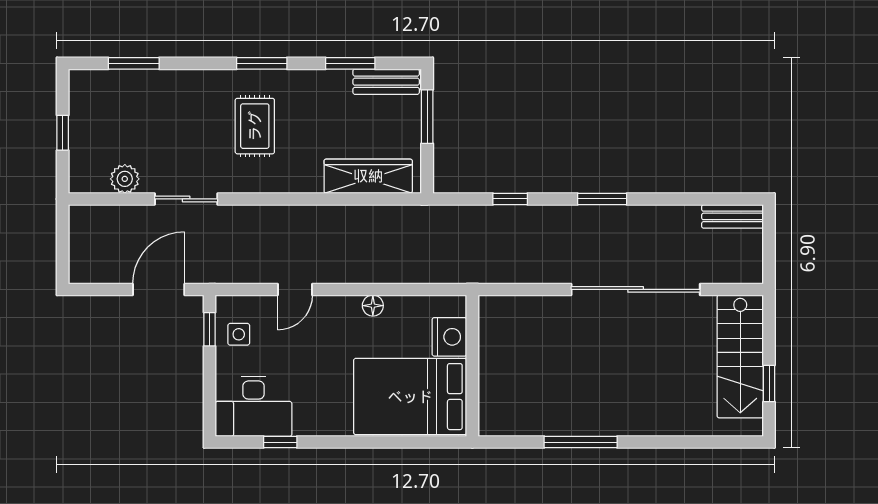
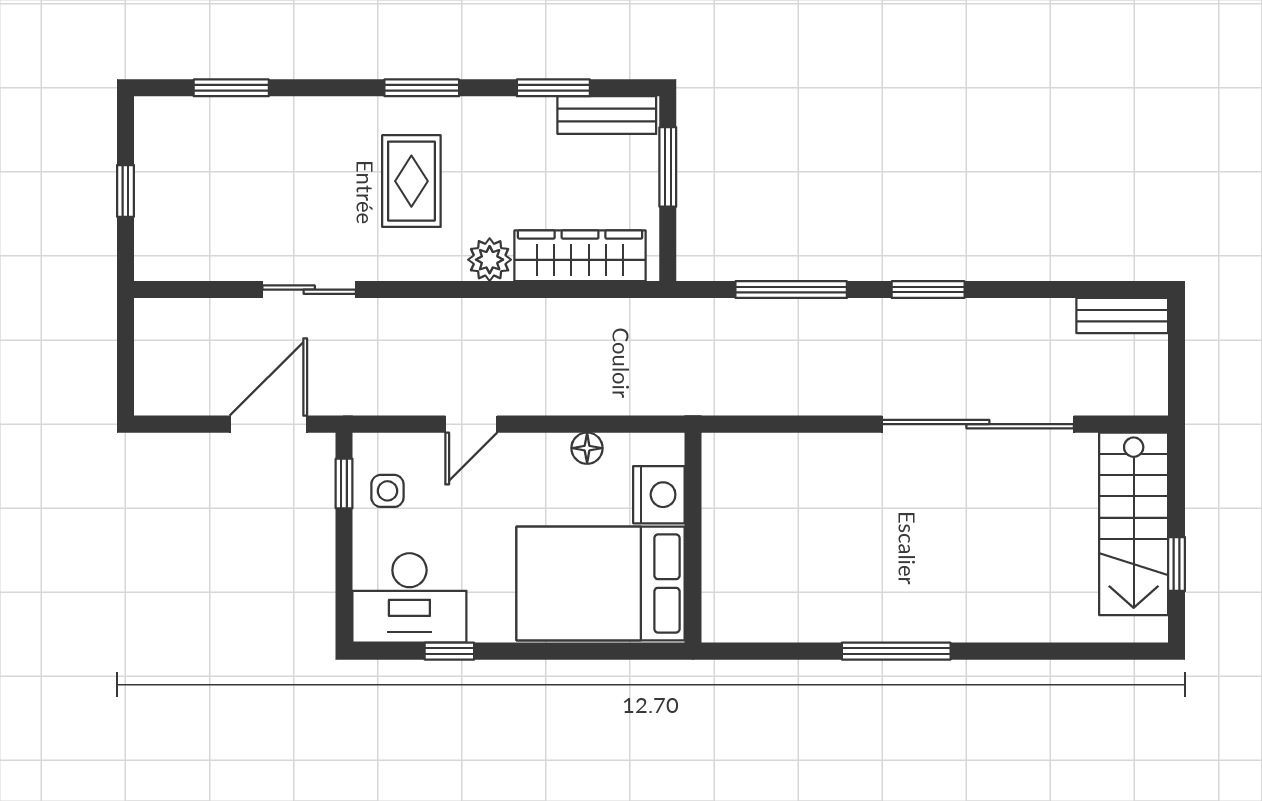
plant: (125, 179) -> (490, 260), moved
window: (510, 199) -> (791, 290), width x2.17
nightstand: (449, 337) -> (659, 495), moved
wall: (472, 366) -> (693, 538), moved
bed: (410, 397) -> (601, 583), moved

